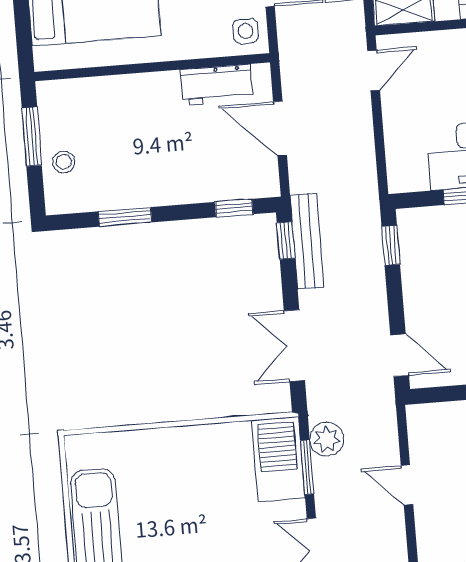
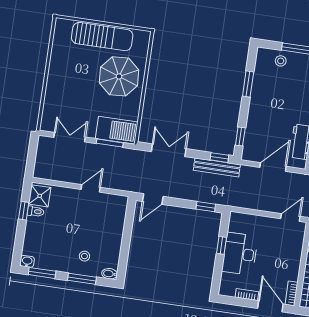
door: (374, 71) -> (290, 218), swing flipped
plant: (327, 439) -> (121, 155), removed
parasol: (169, 479) -> (119, 76), added

